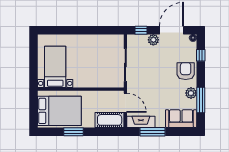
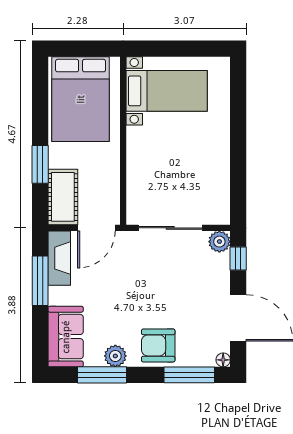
plant: (153, 40) -> (219, 242), moved
window: (201, 55) -> (189, 375), width x2.17
armchair: (186, 71) -> (158, 345), turned 180
window: (74, 132) -> (40, 164), moved

